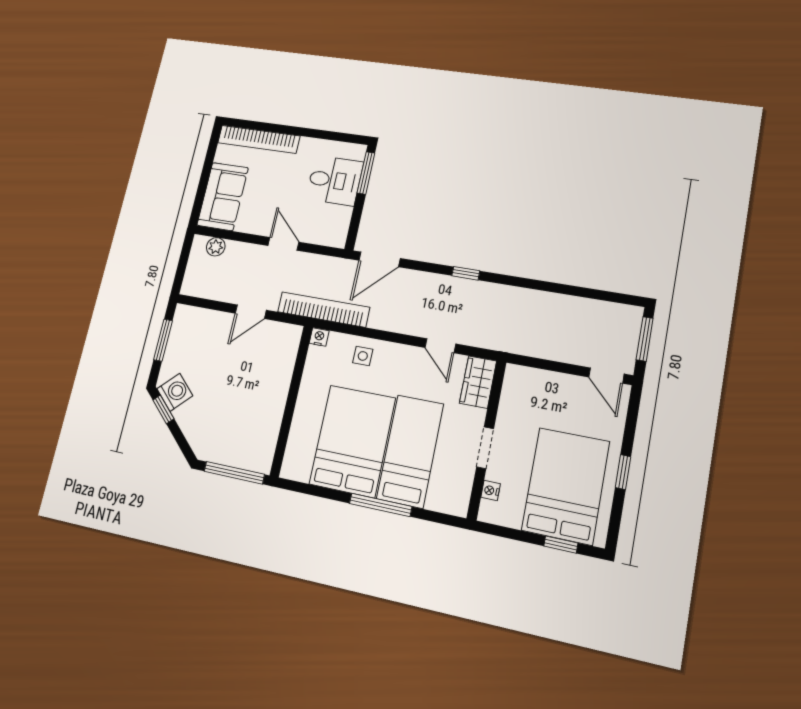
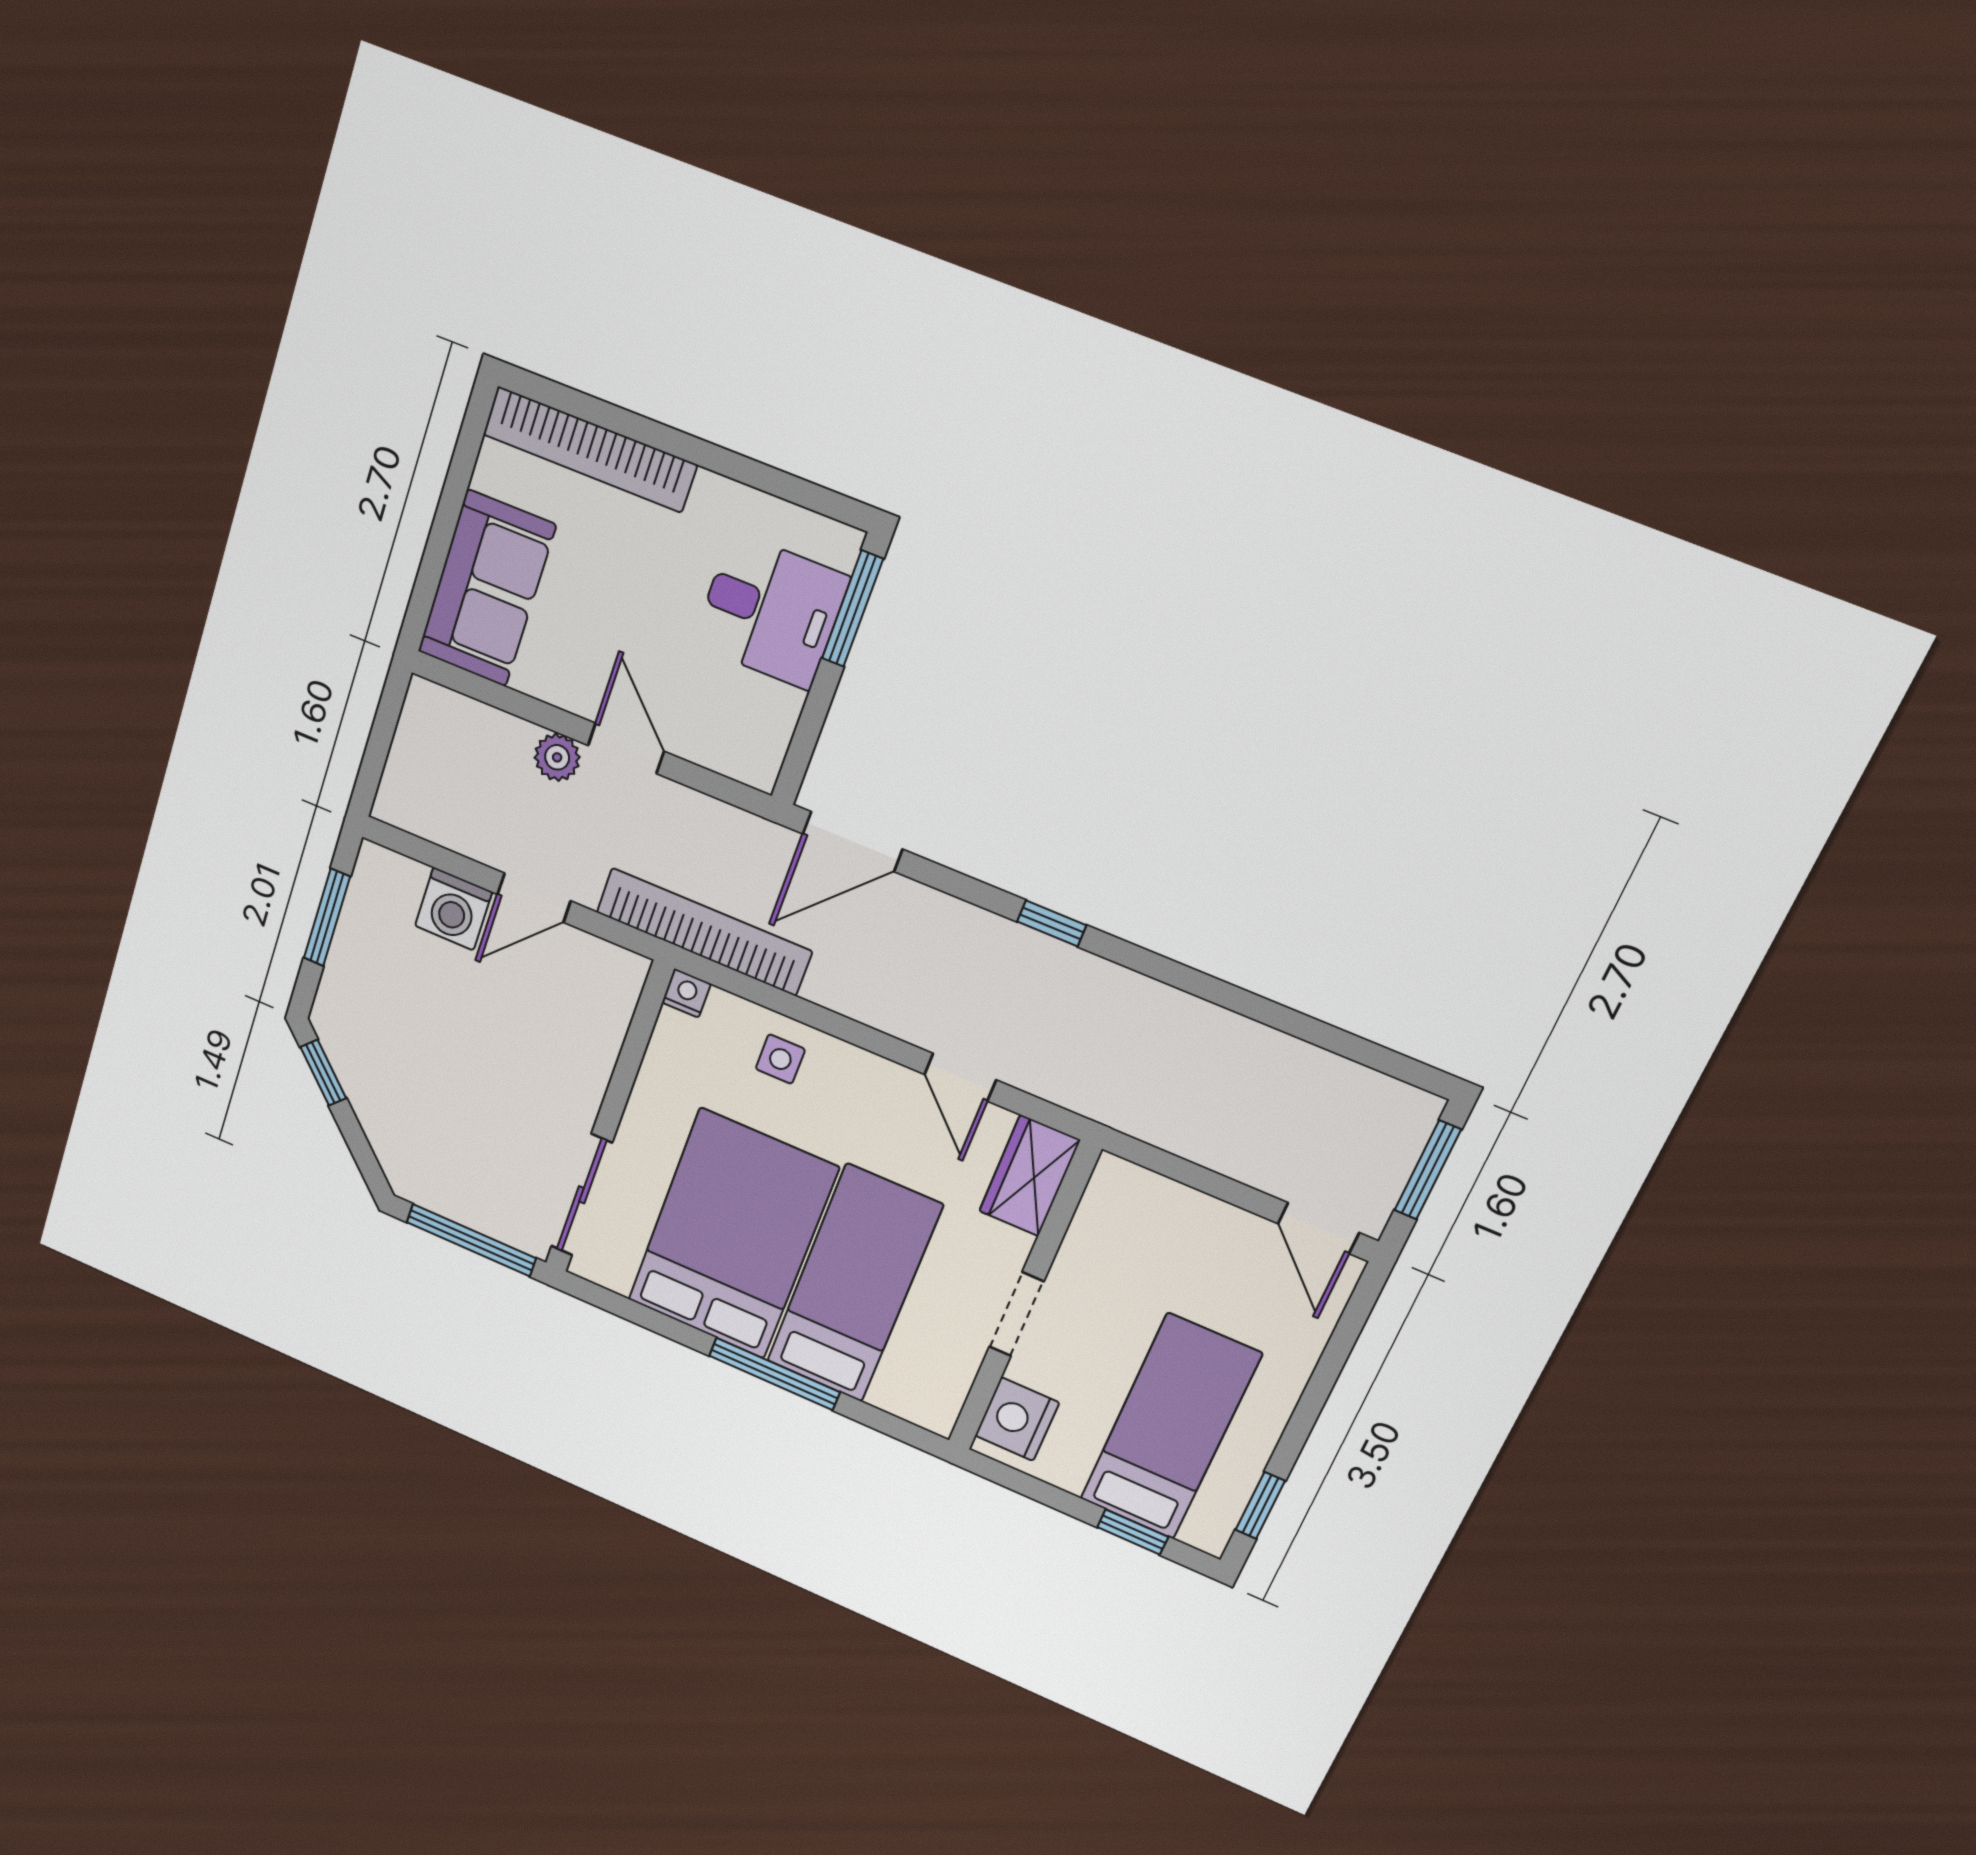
plant: (216, 247) -> (557, 757), moved
washing machine: (175, 392) -> (454, 909), moved, turned 135
sliding door: (283, 439) -> (582, 1195), added
window: (623, 472) -> (1260, 1505), moved
bed: (566, 486) -> (1170, 1427), width x0.67
nightstand: (491, 491) -> (1017, 1419), width x1.89, depth x1.79

